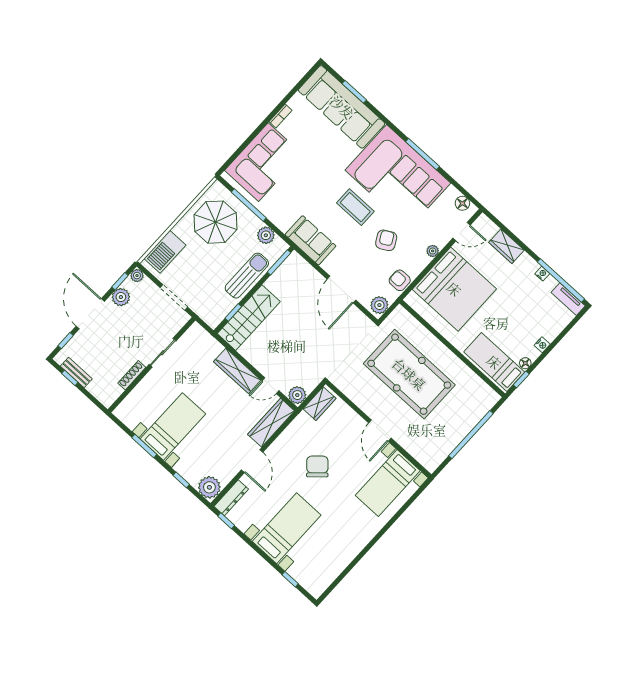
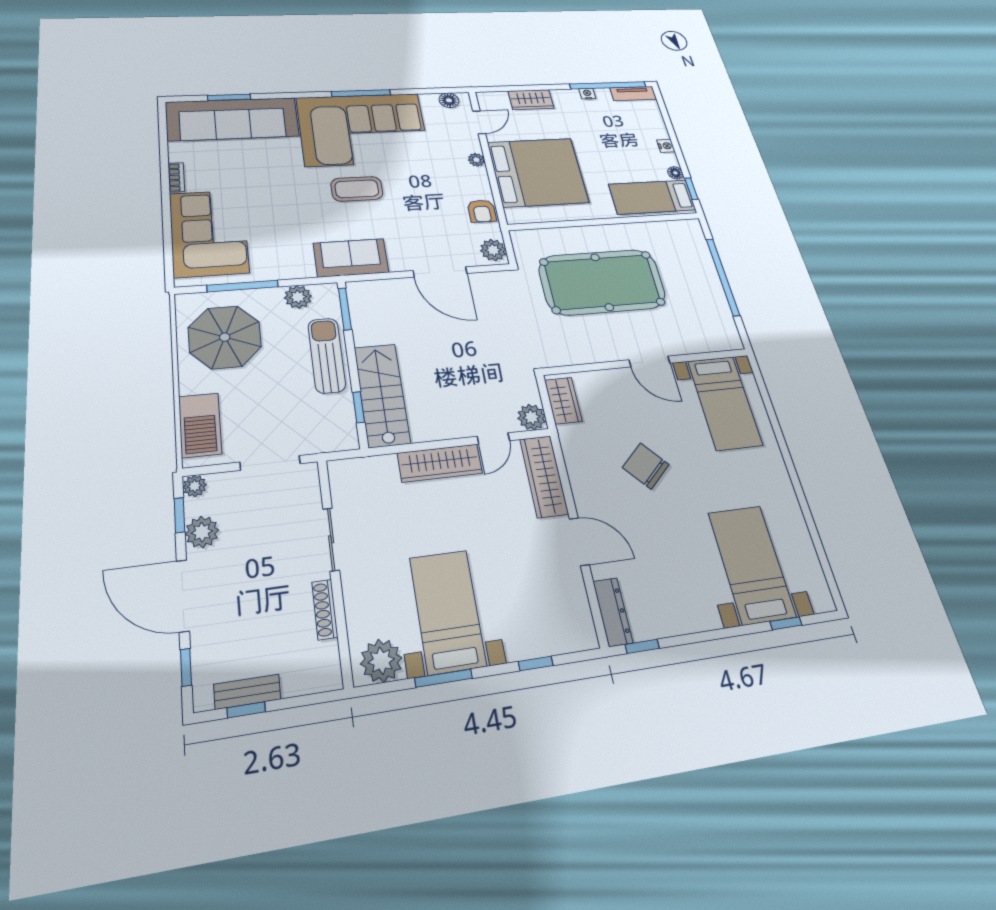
armchair: (386, 240) -> (424, 190), removed
armchair: (400, 280) -> (482, 211), turned -90
plant: (209, 487) -> (381, 661), moved
bed with nightstands: (287, 528) -> (751, 564), moved

